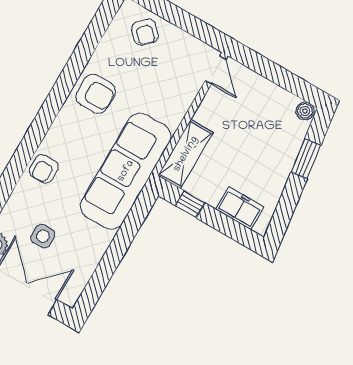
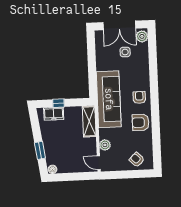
plant: (184, 94) -> (105, 145), added
armchair: (44, 169) -> (139, 97), moved
window: (190, 204) -> (59, 103), moved

